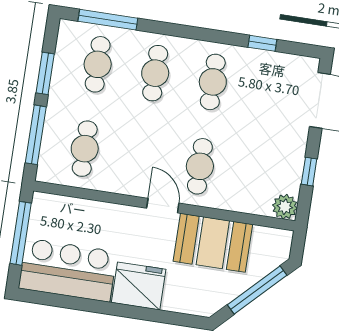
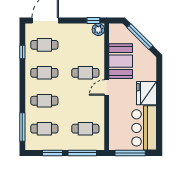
cafe table: (270, 91) -> (44, 45), added
window: (309, 172) -> (93, 21), moved

